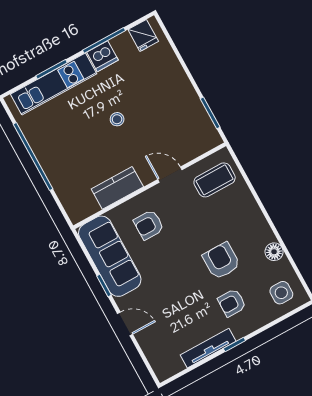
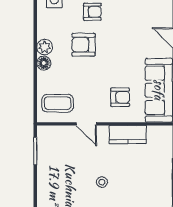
plant: (263, 234) -> (45, 47), added
floor lamp: (274, 252) -> (44, 63), moved
armchair: (221, 261) -> (84, 45), turned 90

